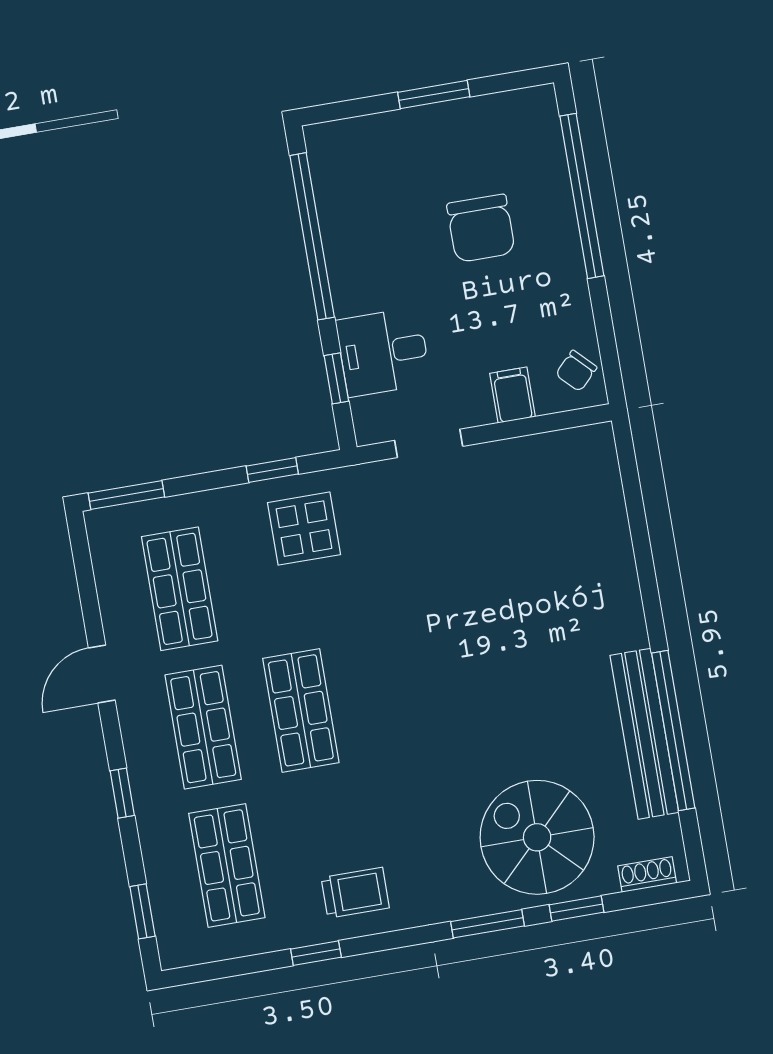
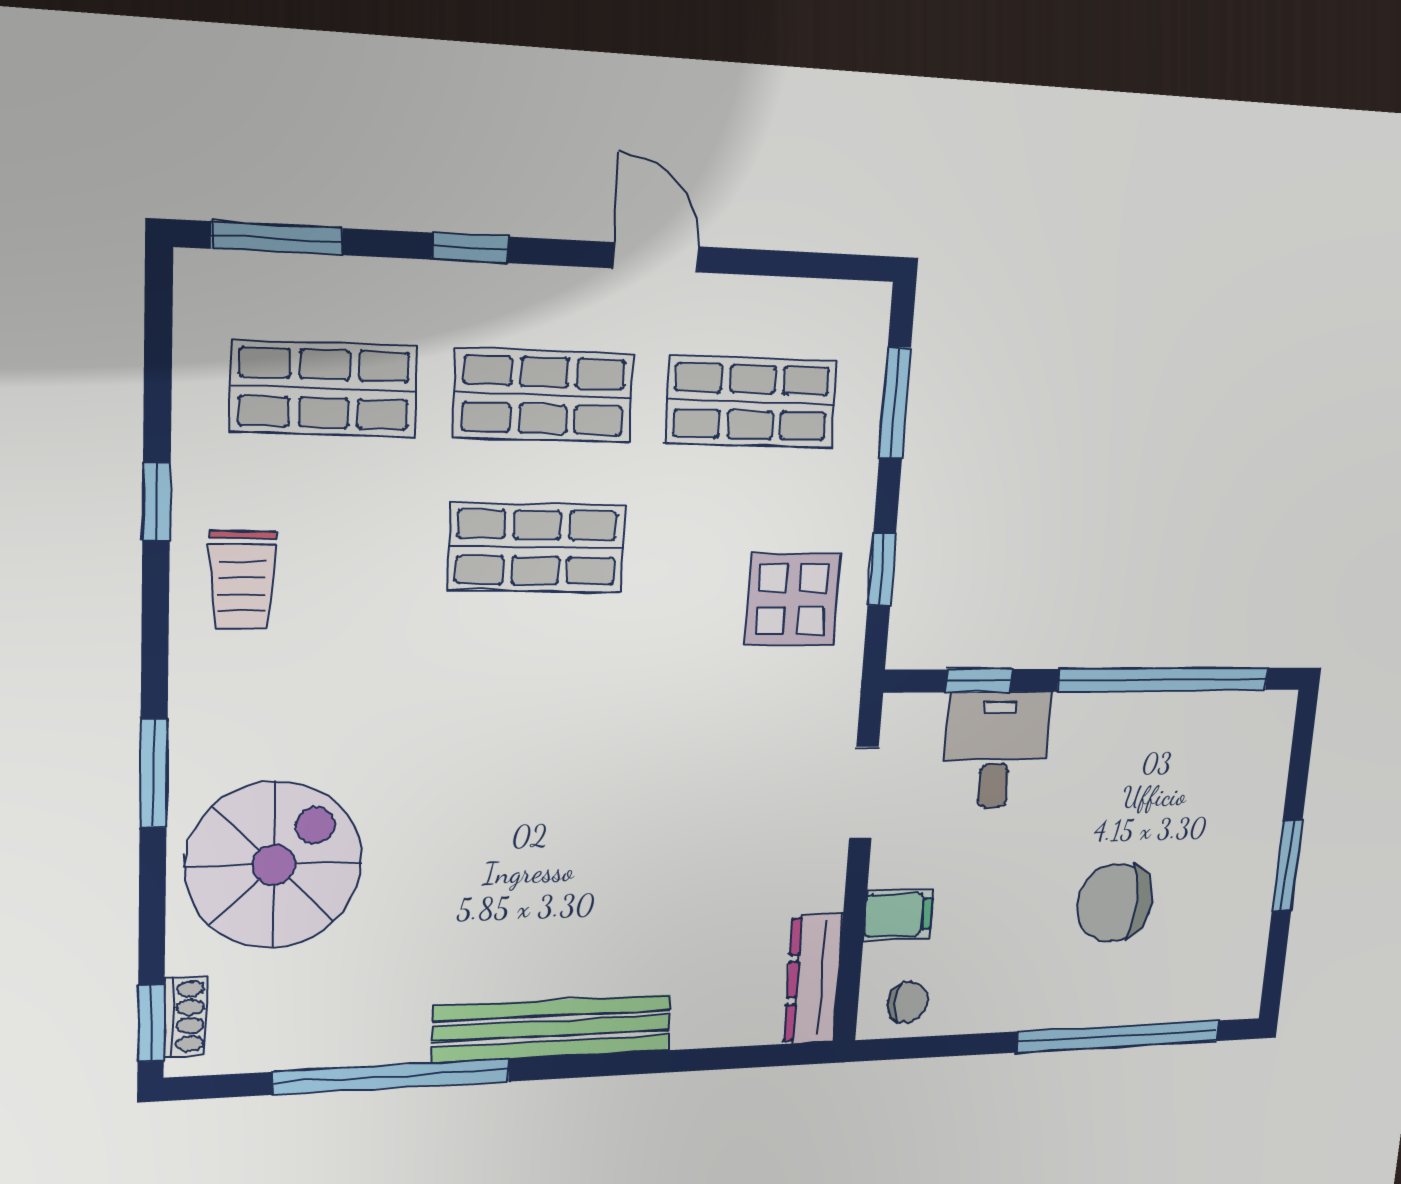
chair: (576, 371) -> (908, 1003), turned 135
dresser: (567, 447) -> (813, 979), added
window: (126, 495) -> (895, 403), moved
bench: (644, 734) -> (552, 1028), moved
window: (577, 909) -> (151, 1023), moved
window: (142, 911) -> (277, 238), width x1.50

